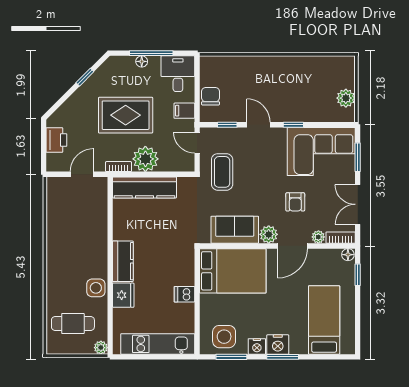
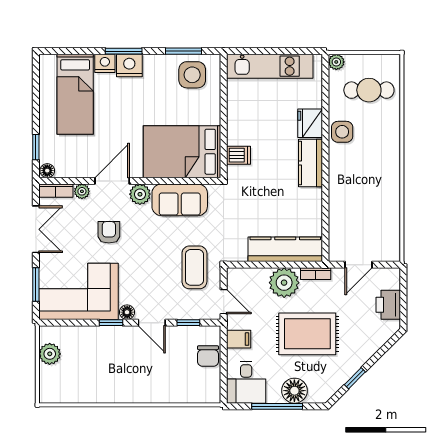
floor lamp: (142, 61) -> (294, 391), width x1.89, depth x1.89
floor lamp: (280, 134) -> (127, 312), added
dishwasher: (184, 294) -> (238, 155), moved
nightstand: (257, 346) -> (105, 63), moved

